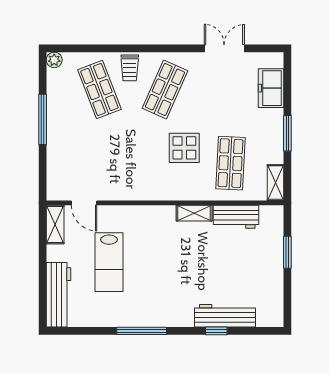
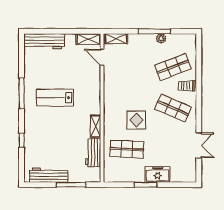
plant: (54, 60) -> (161, 39), moved
freezer: (271, 88) -> (158, 174), moved
shelving: (276, 183) -> (116, 39), moved
door: (84, 203) -> (102, 57), hinge flipped
window: (287, 252) -> (71, 185), width x1.44
lab bench: (109, 262) -> (55, 98), moved
workbench: (225, 316) -> (49, 175), moved, turned -90

